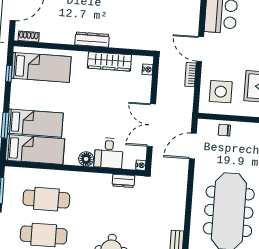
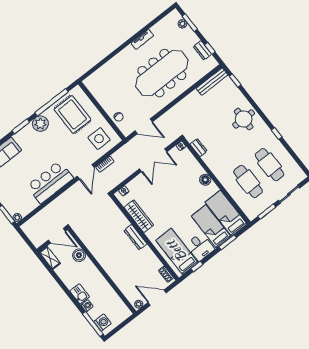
desk: (109, 153) -> (200, 247), moved, turned 90

